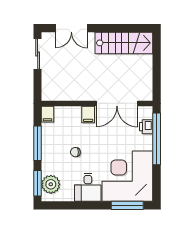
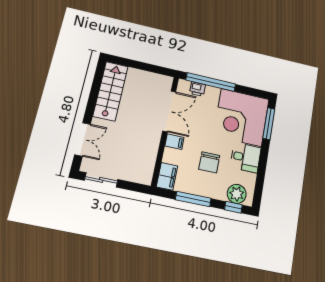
filing cabinet: (48, 114) -> (167, 176), width x2.00
chair: (75, 152) -> (209, 162), width x1.87, depth x1.87
window: (38, 183) -> (233, 207), width x0.67

